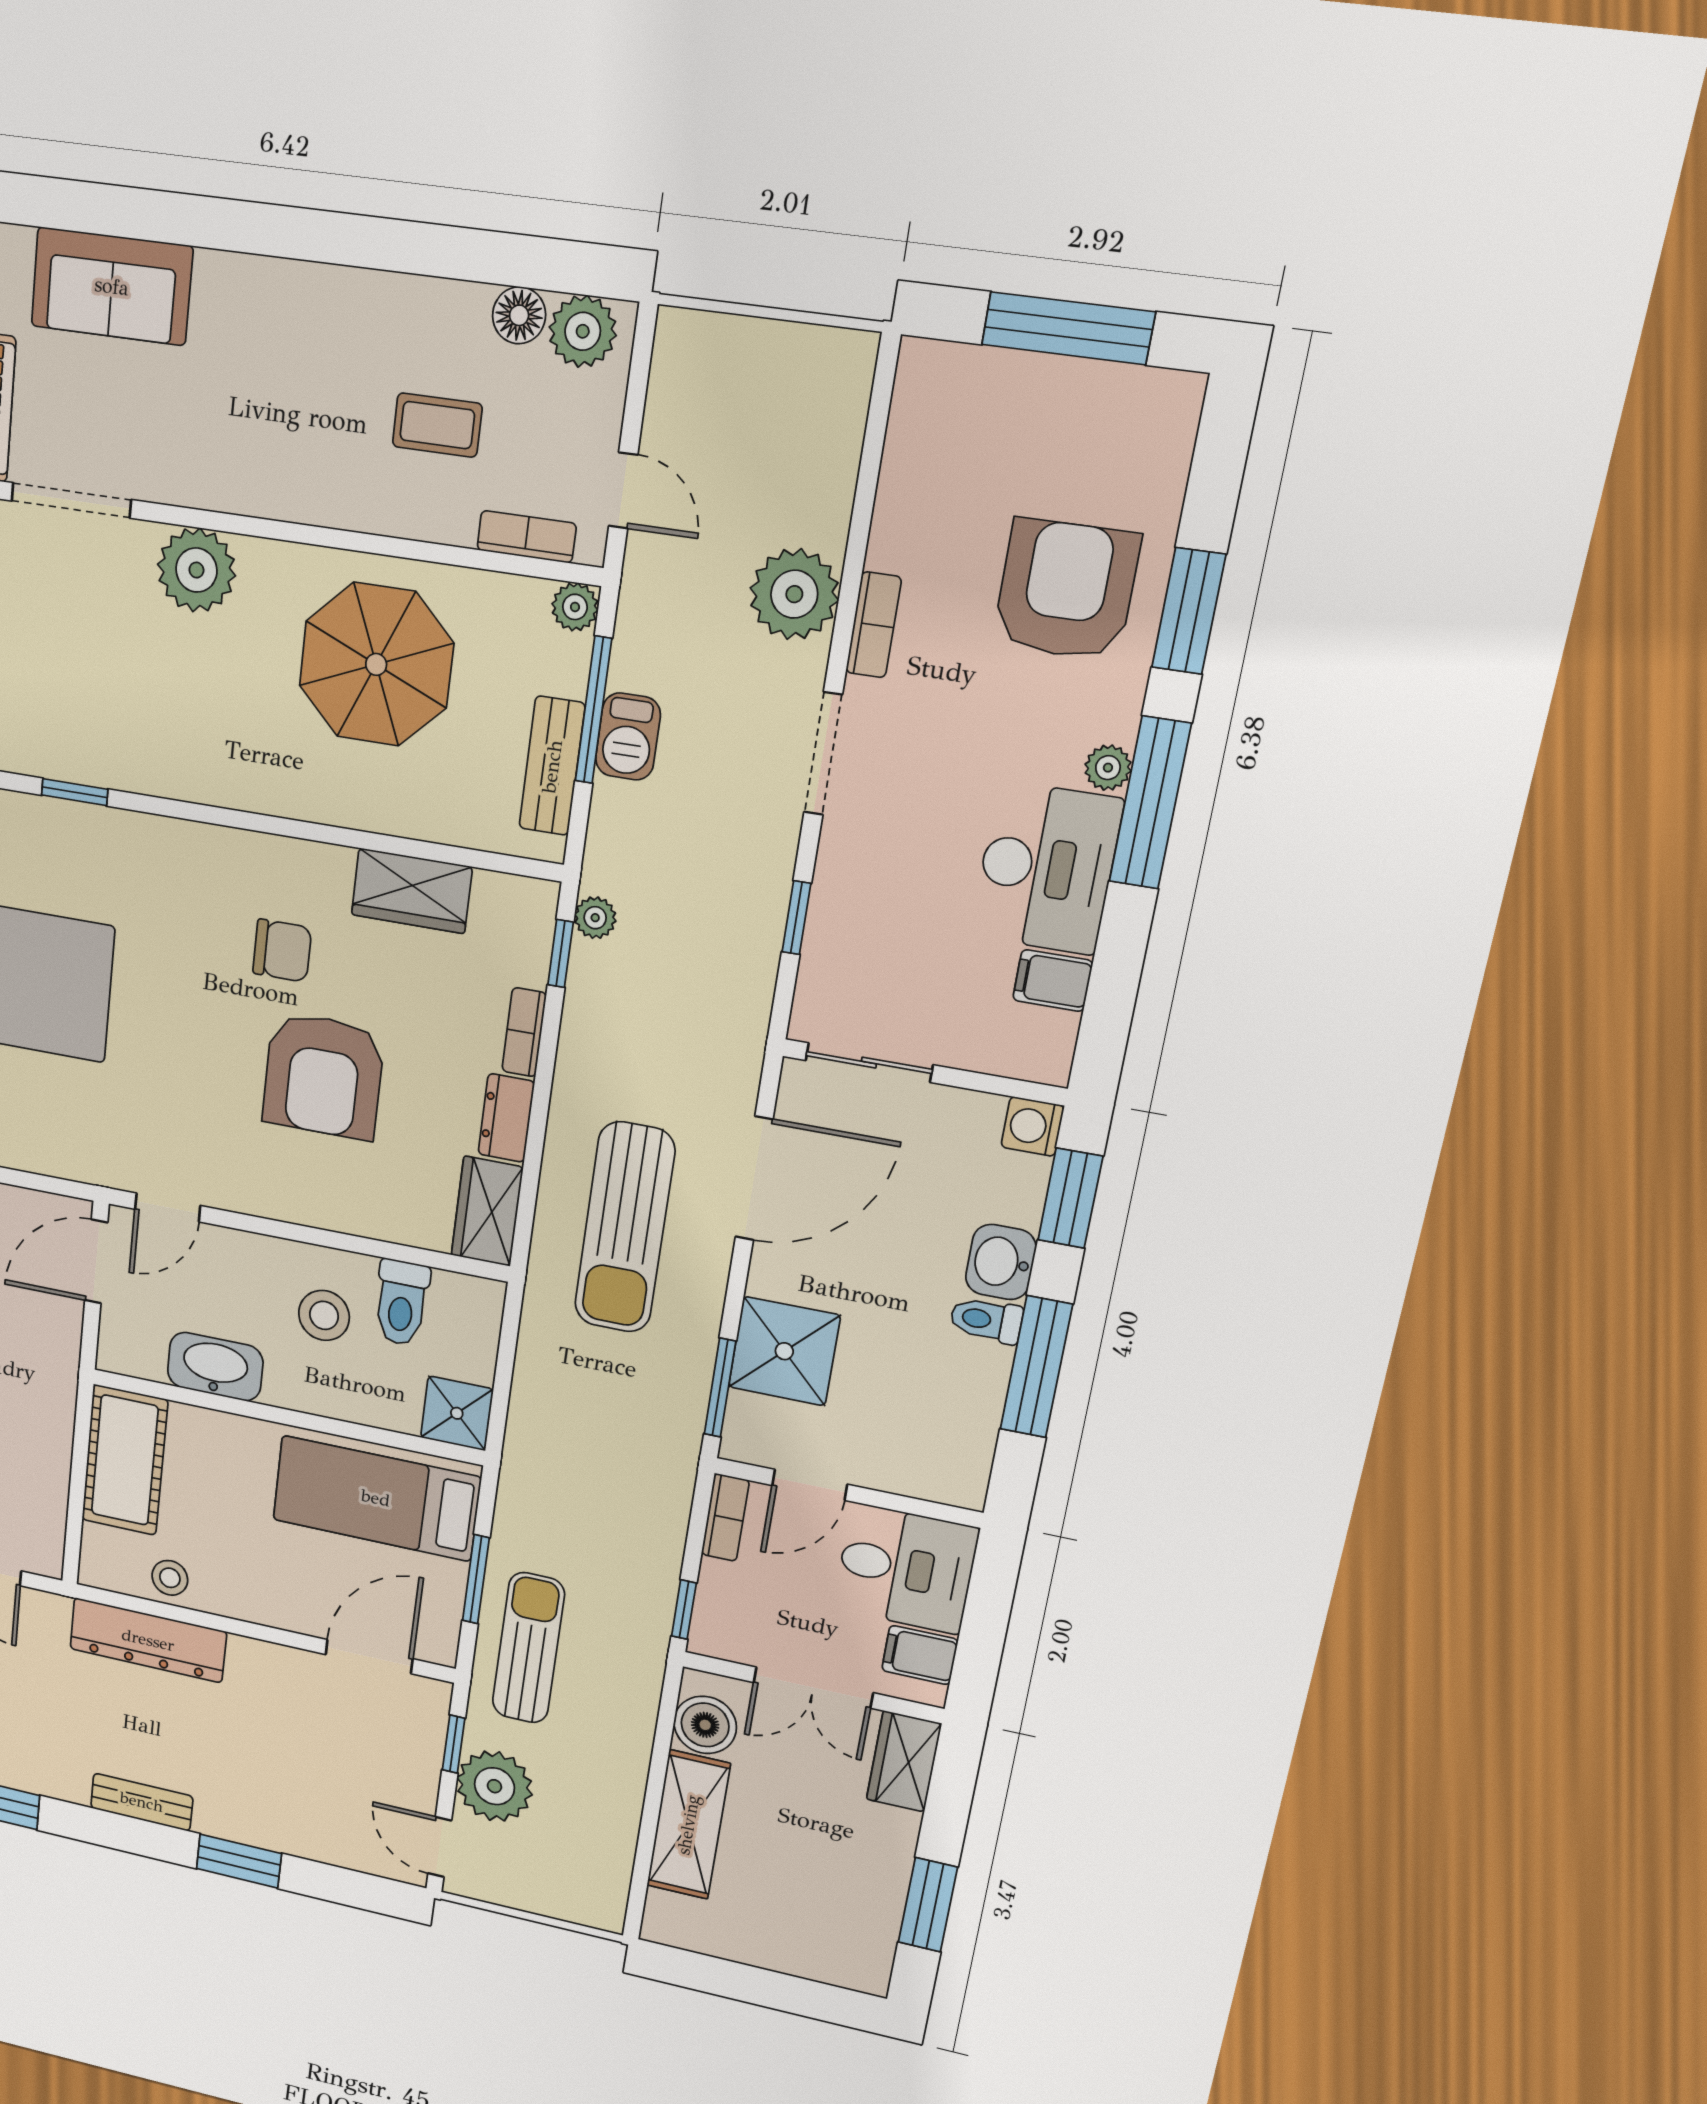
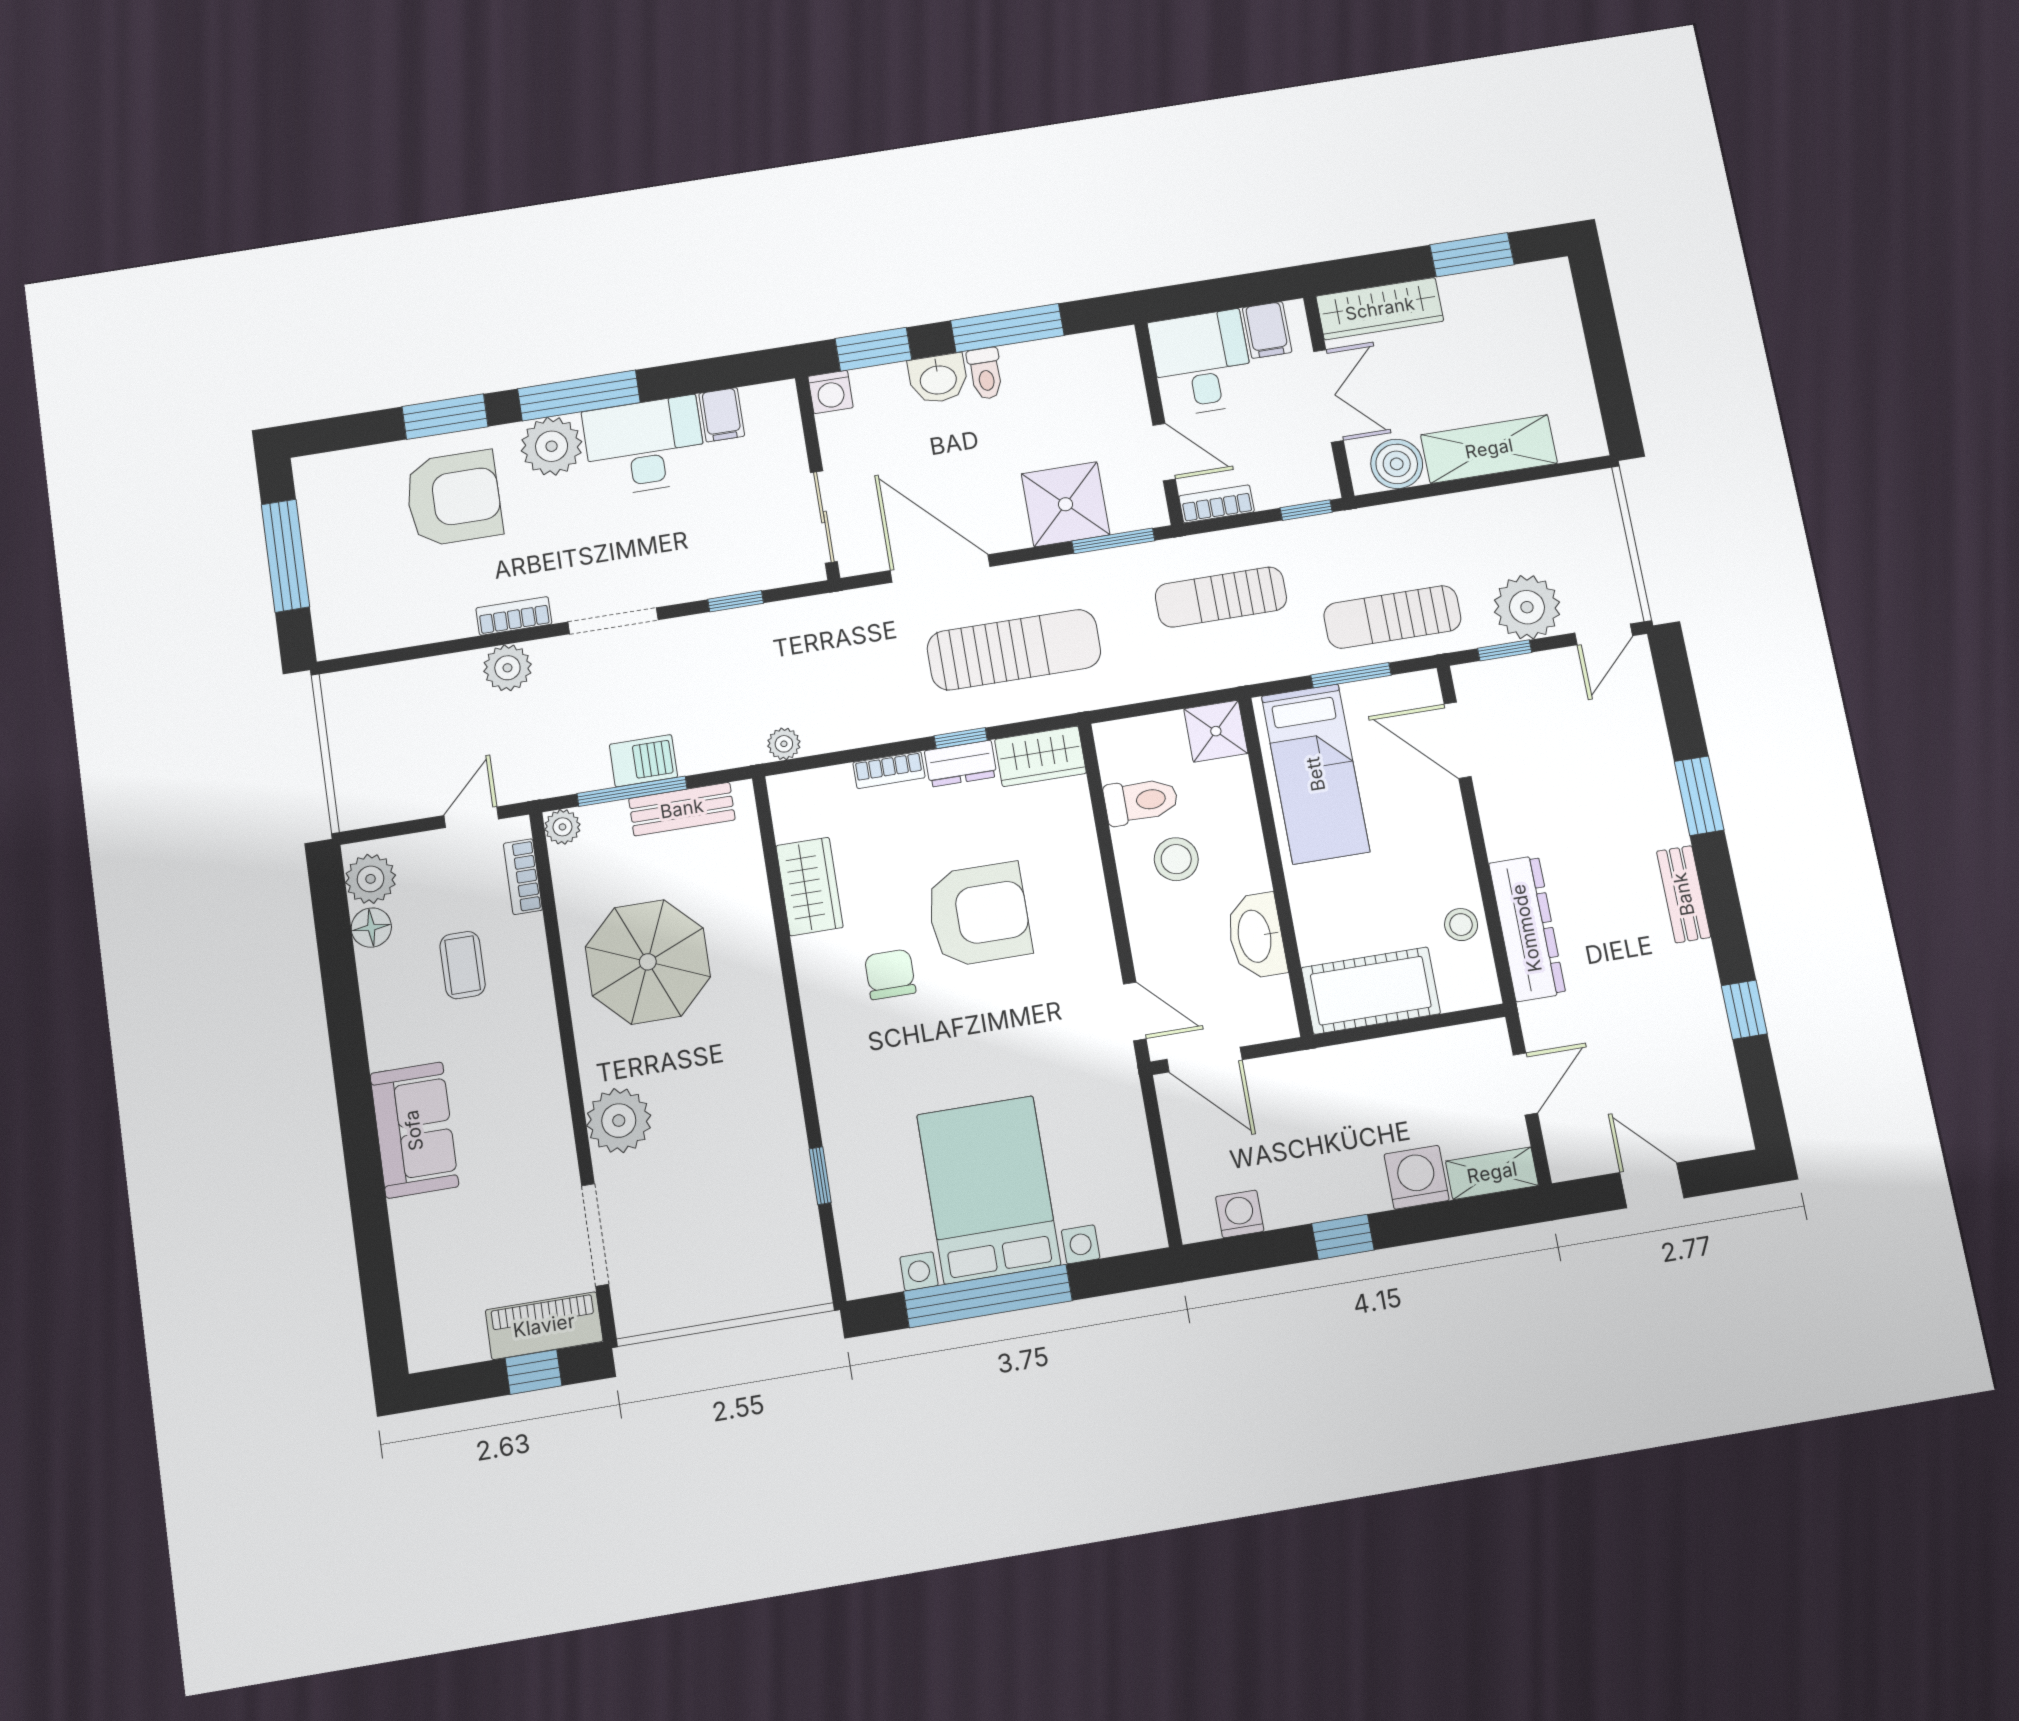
sofa: (112, 286) -> (414, 1130), moved
armchair: (1066, 590) -> (454, 498), turned 180
plant: (794, 594) -> (507, 668), width x0.73, depth x0.73
plant: (1108, 768) -> (552, 446), width x1.88, depth x1.88
window: (561, 954) -> (961, 738), moved
sun lounger: (612, 1479) -> (1221, 597), added
wardrobe: (904, 1762) -> (1380, 309), width x1.50

